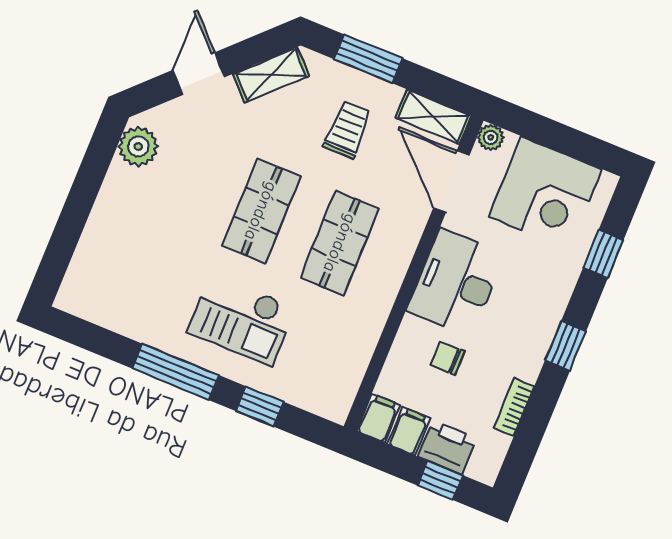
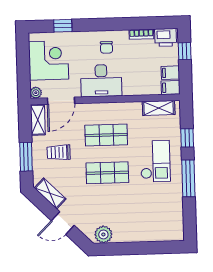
window: (565, 346) -> (107, 24), removed
chair: (448, 358) -> (106, 47), moved
shelving: (347, 375) -> (159, 108), added
printer: (447, 447) -> (166, 37), moved, turned -90

